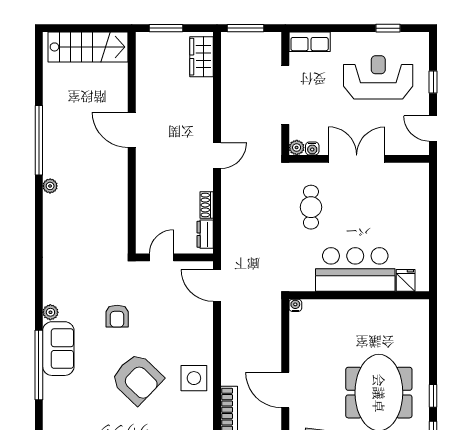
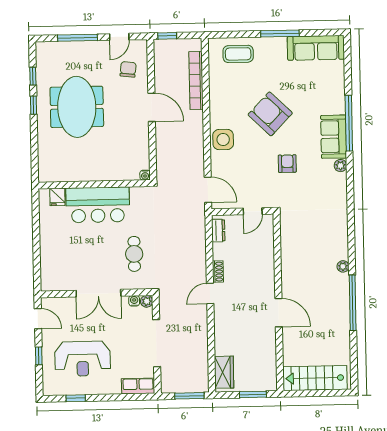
shoe rack: (207, 205) -> (218, 272), moved
side table: (194, 378) -> (223, 139), moved

